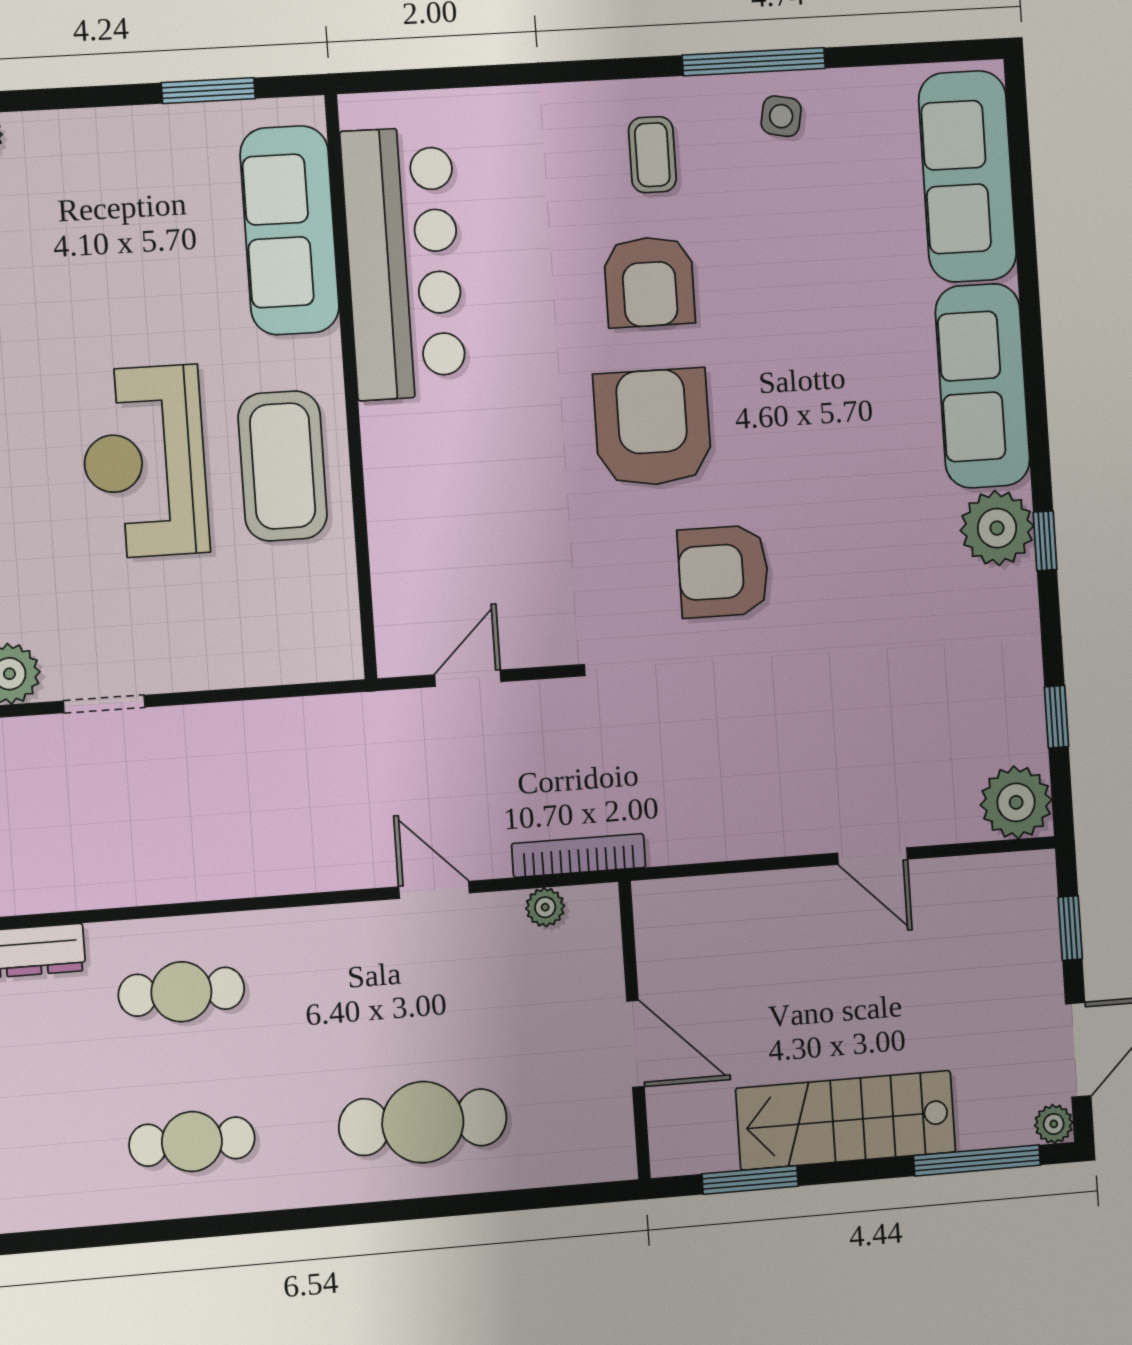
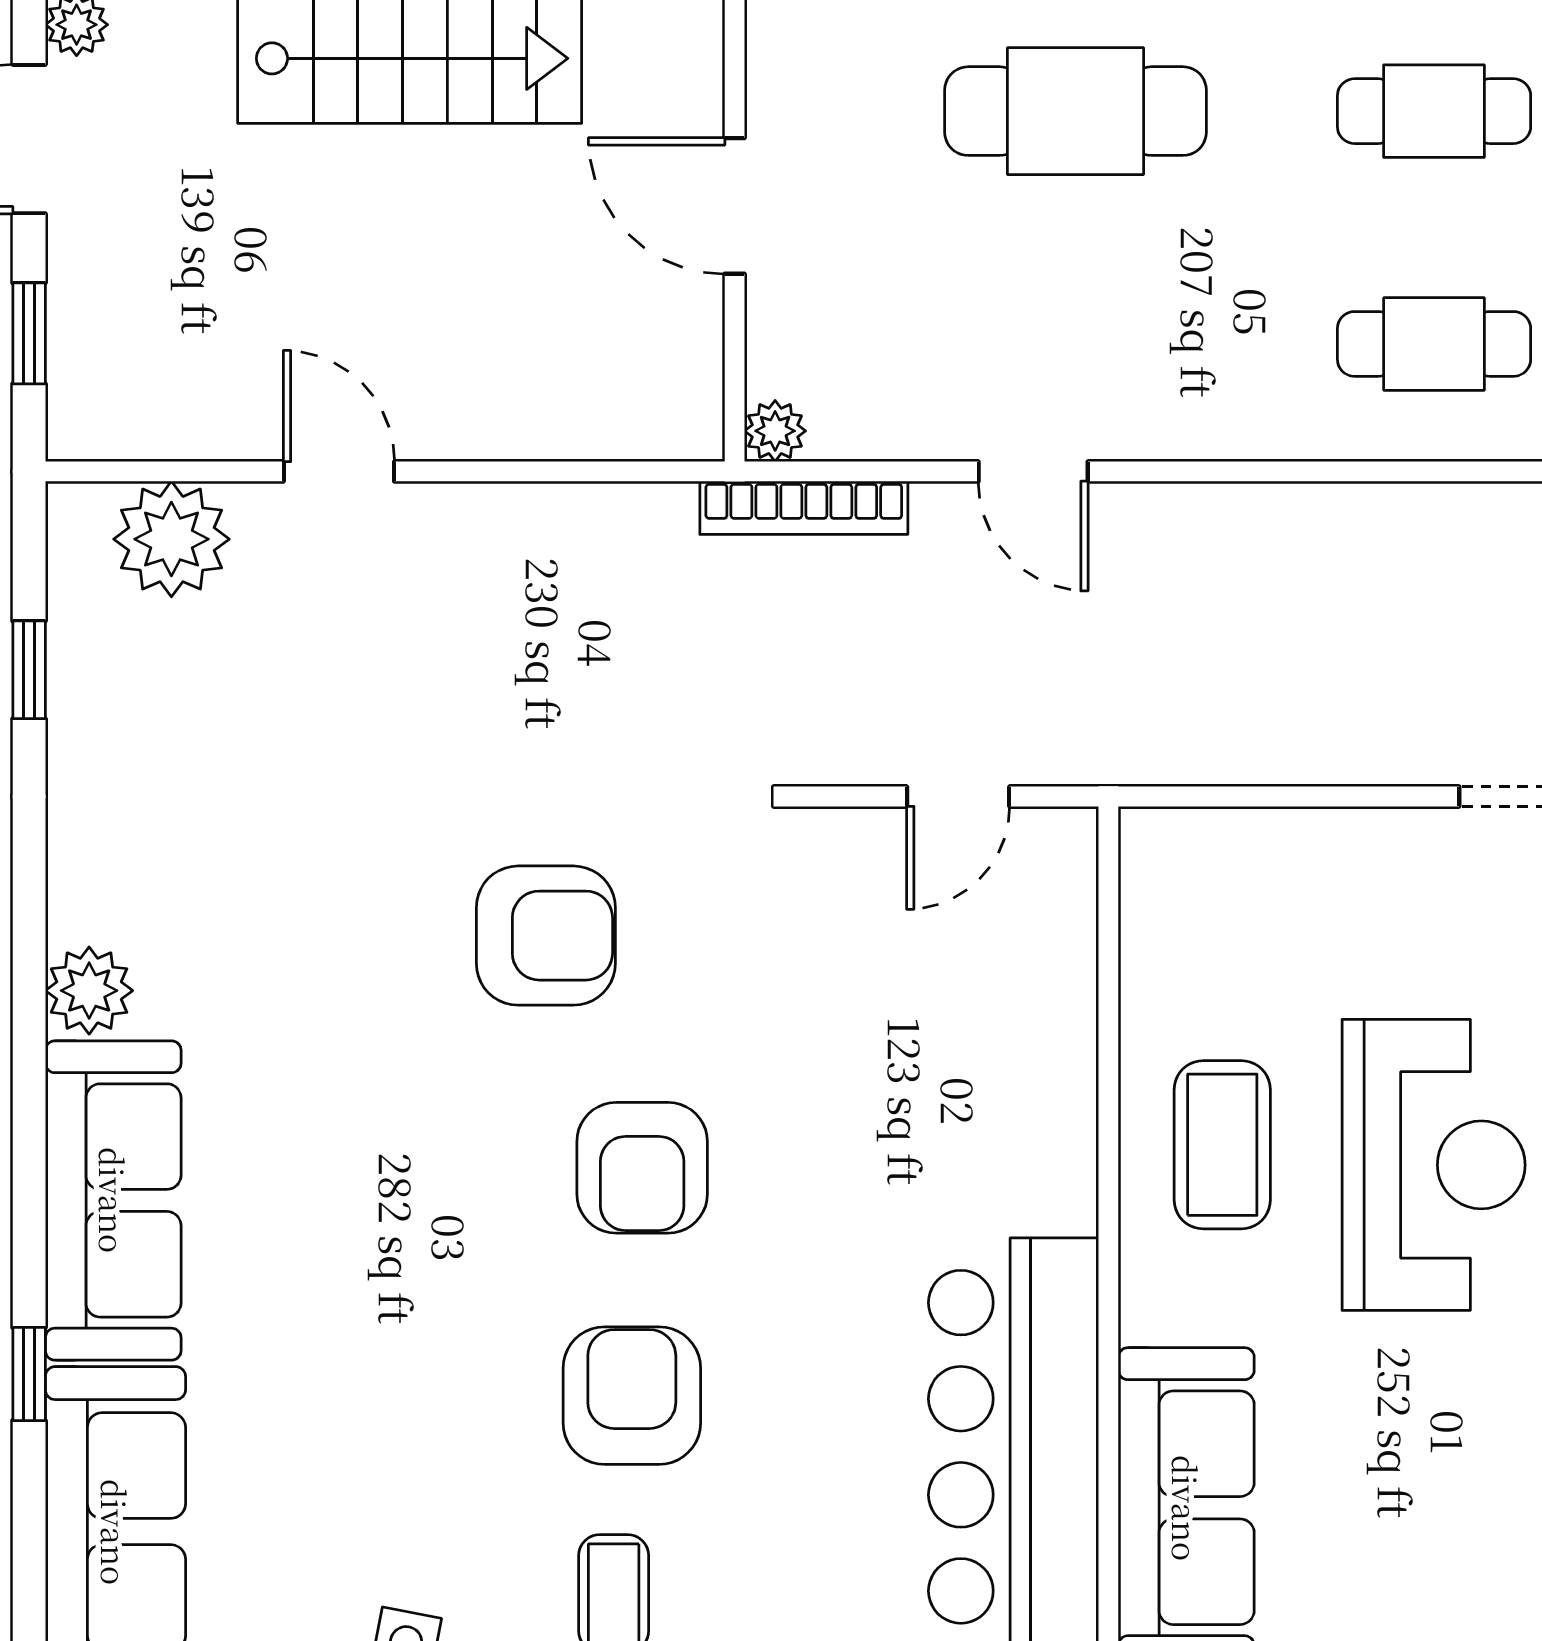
armchair: (653, 428) -> (642, 1168), width x0.73, depth x0.73
coffee table: (283, 466) -> (1222, 1145), width x0.73, depth x0.76
plant: (997, 528) -> (89, 991), width x0.73, depth x0.73
window: (1045, 541) -> (29, 1374), moved
plant: (1016, 802) -> (171, 539), moved
plant: (545, 907) -> (775, 431), moved

